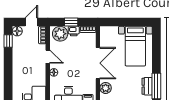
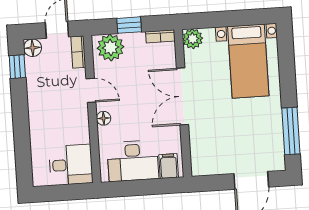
printer: (74, 31) -> (135, 41), removed
double door: (98, 63) -> (182, 96), swing flipped
dresser: (147, 86) -> (274, 132), removed
plant: (106, 88) -> (193, 39), moved

